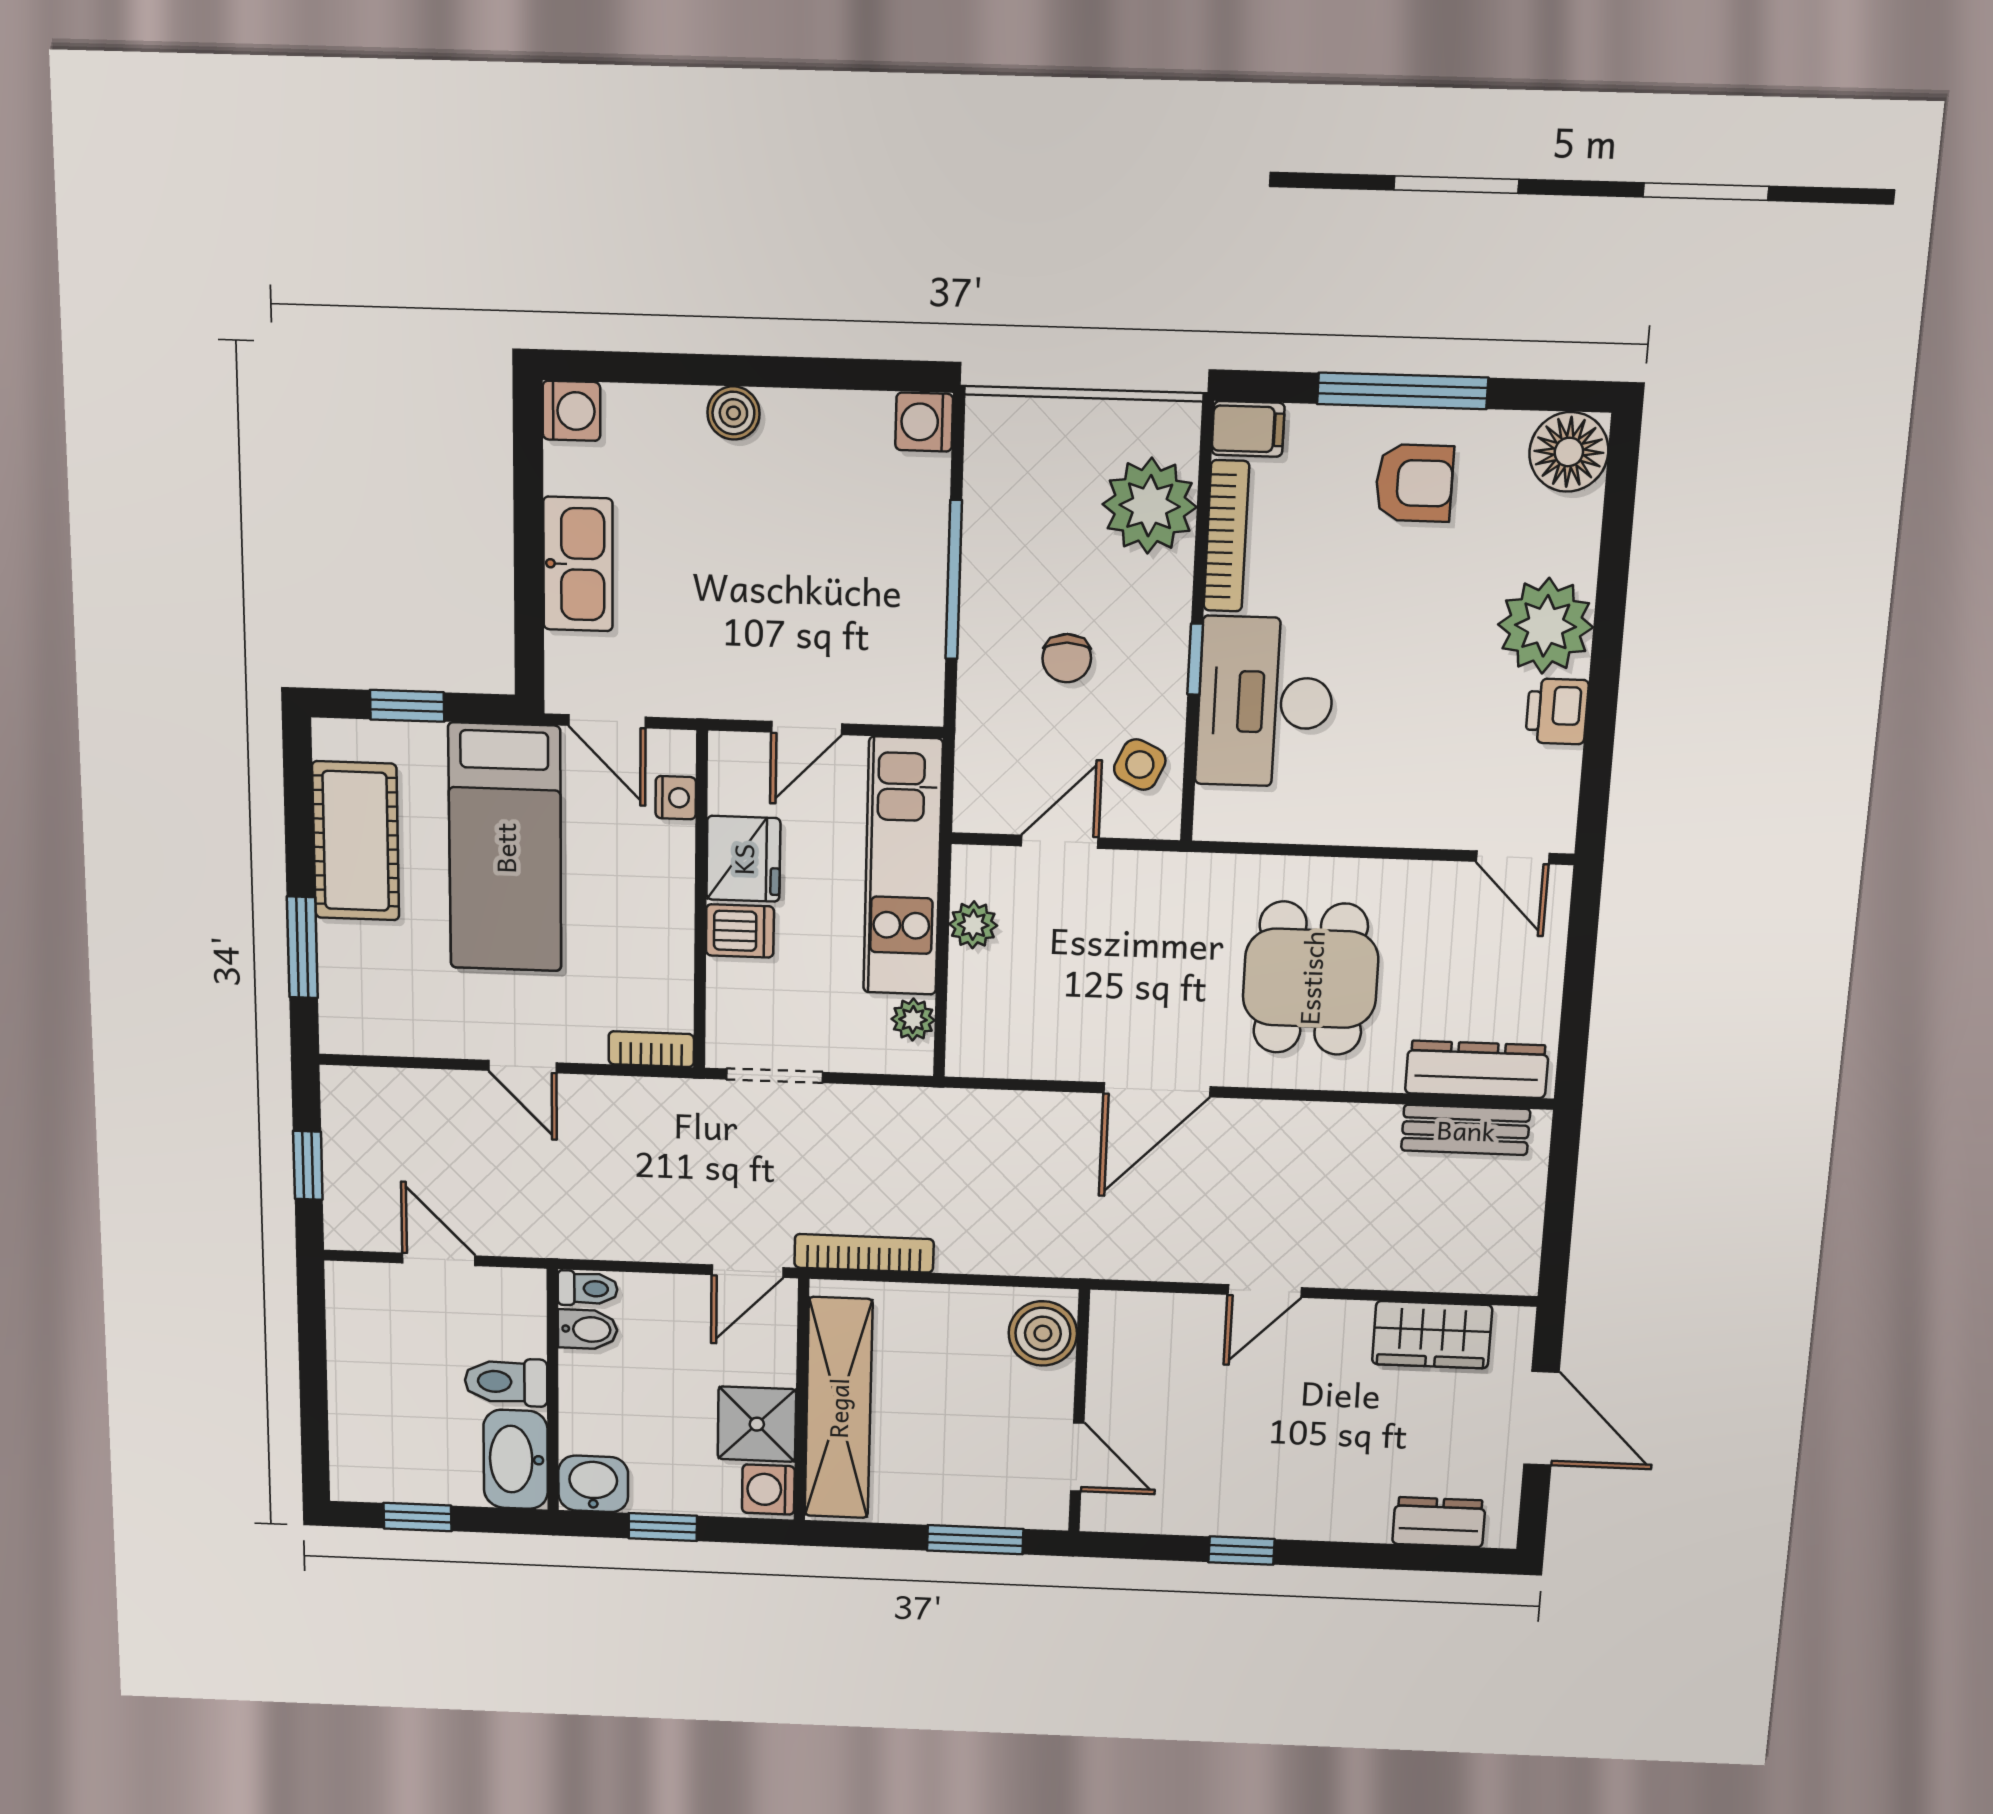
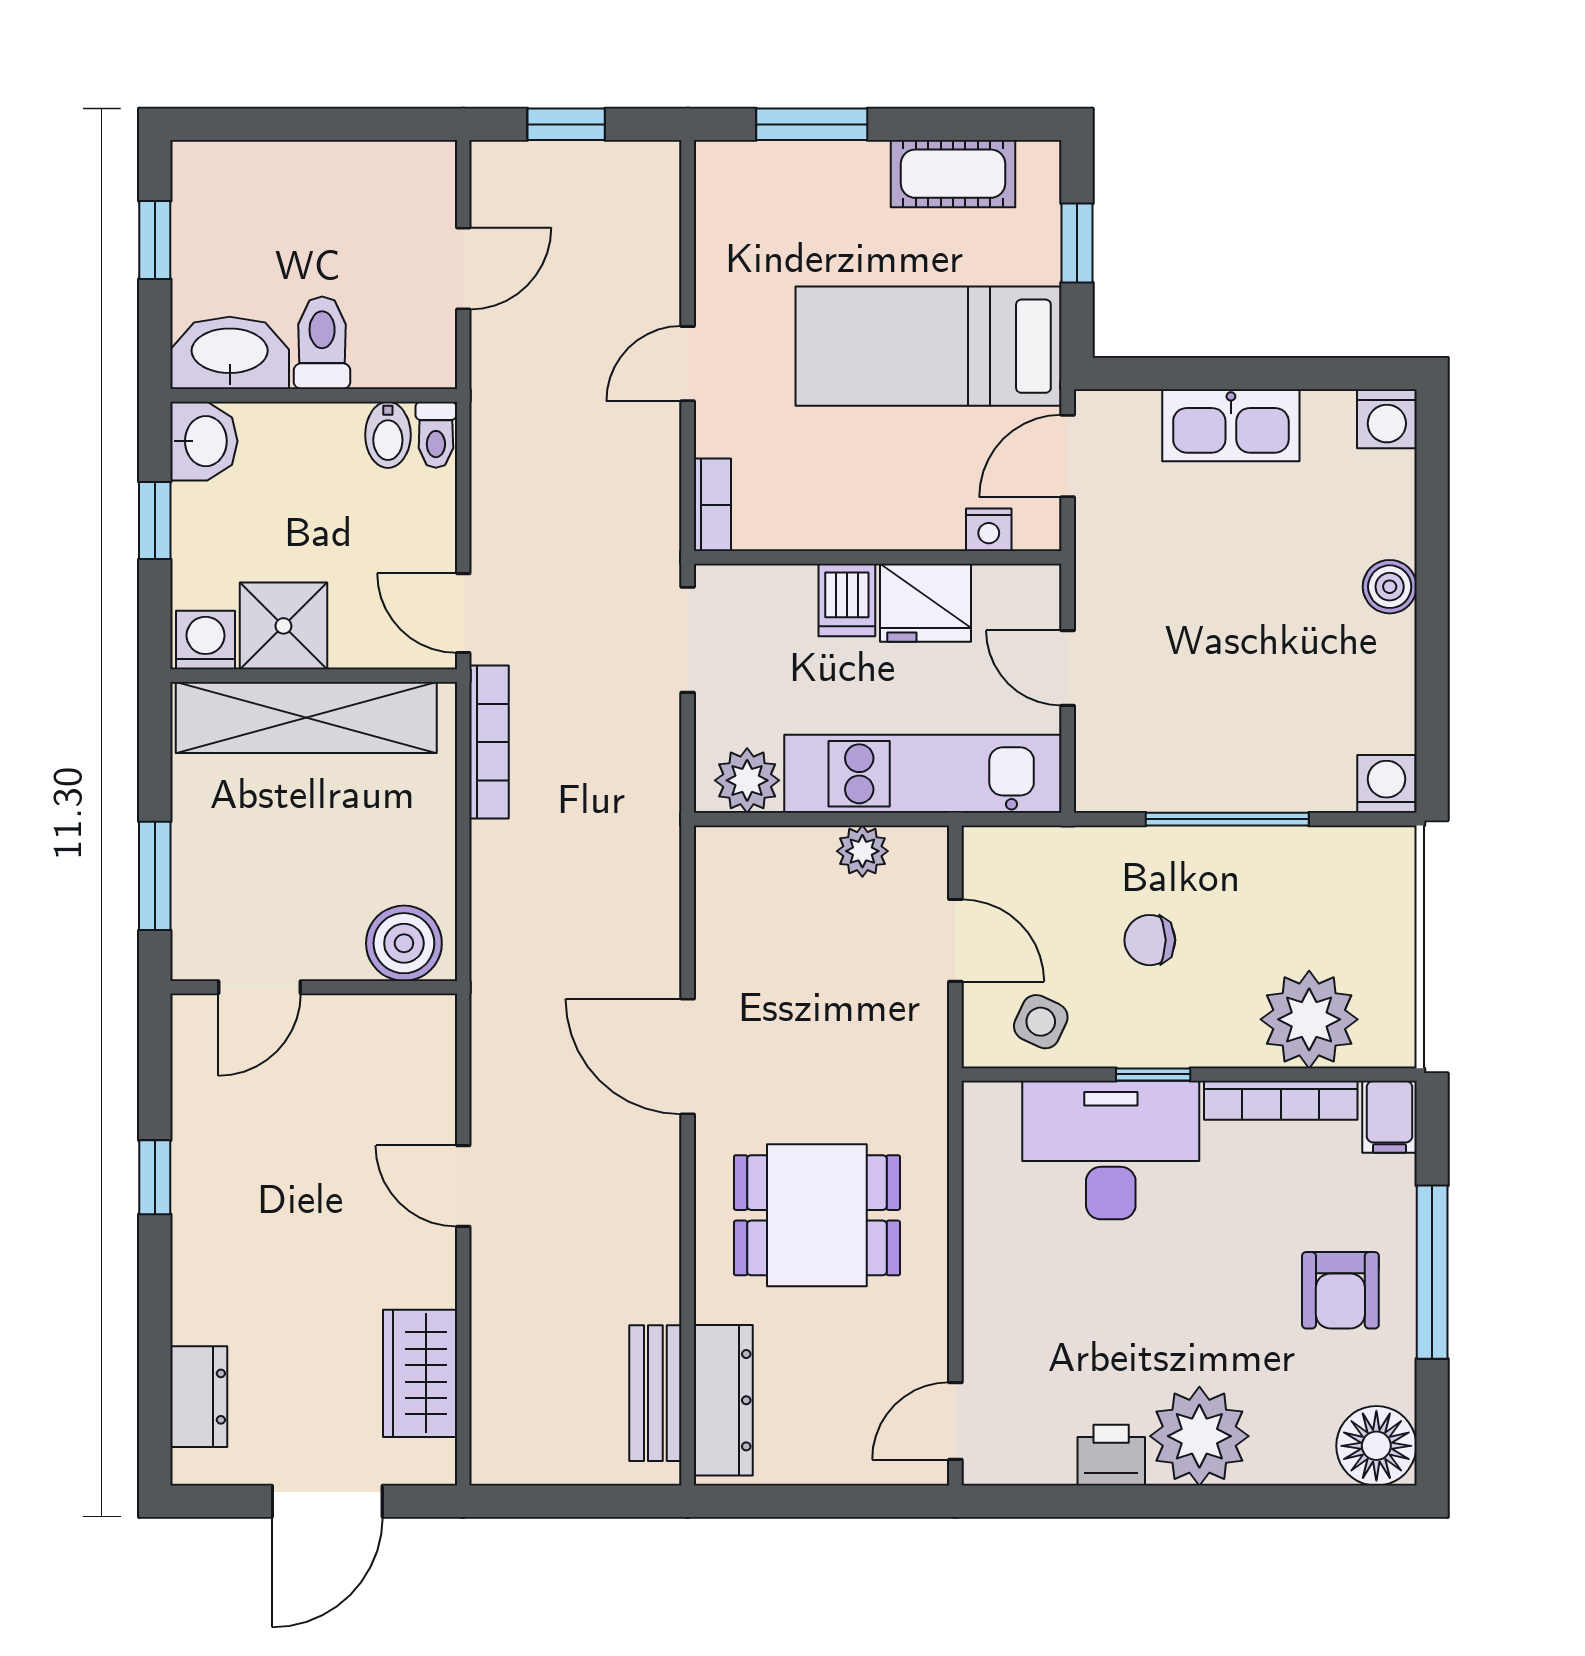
cot: (356, 841) -> (953, 174), width x0.73, depth x0.75
plant: (913, 1020) -> (747, 780), width x1.38, depth x1.38

